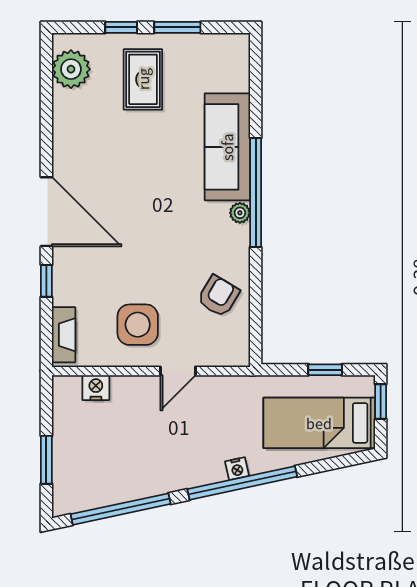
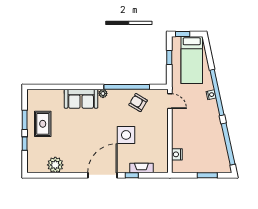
plant: (71, 69) -> (55, 165), moved
rug: (143, 79) -> (43, 124), moved, turned 90
sofa: (227, 147) -> (81, 99), width x0.73
window: (256, 192) -> (127, 87), moved
side table: (138, 325) -> (126, 135), moved
fireplace: (64, 335) -> (141, 168), moved
door: (178, 371) -> (170, 101), moved

